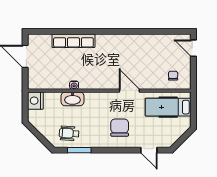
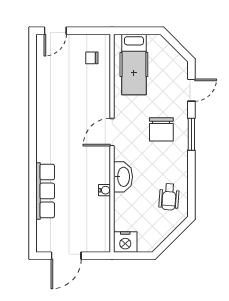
door: (129, 91) -> (112, 132), moved
washbasin: (72, 99) -> (123, 177), moved
chair: (120, 128) -> (161, 129), turned -90
window: (79, 150) -> (191, 134), moved

